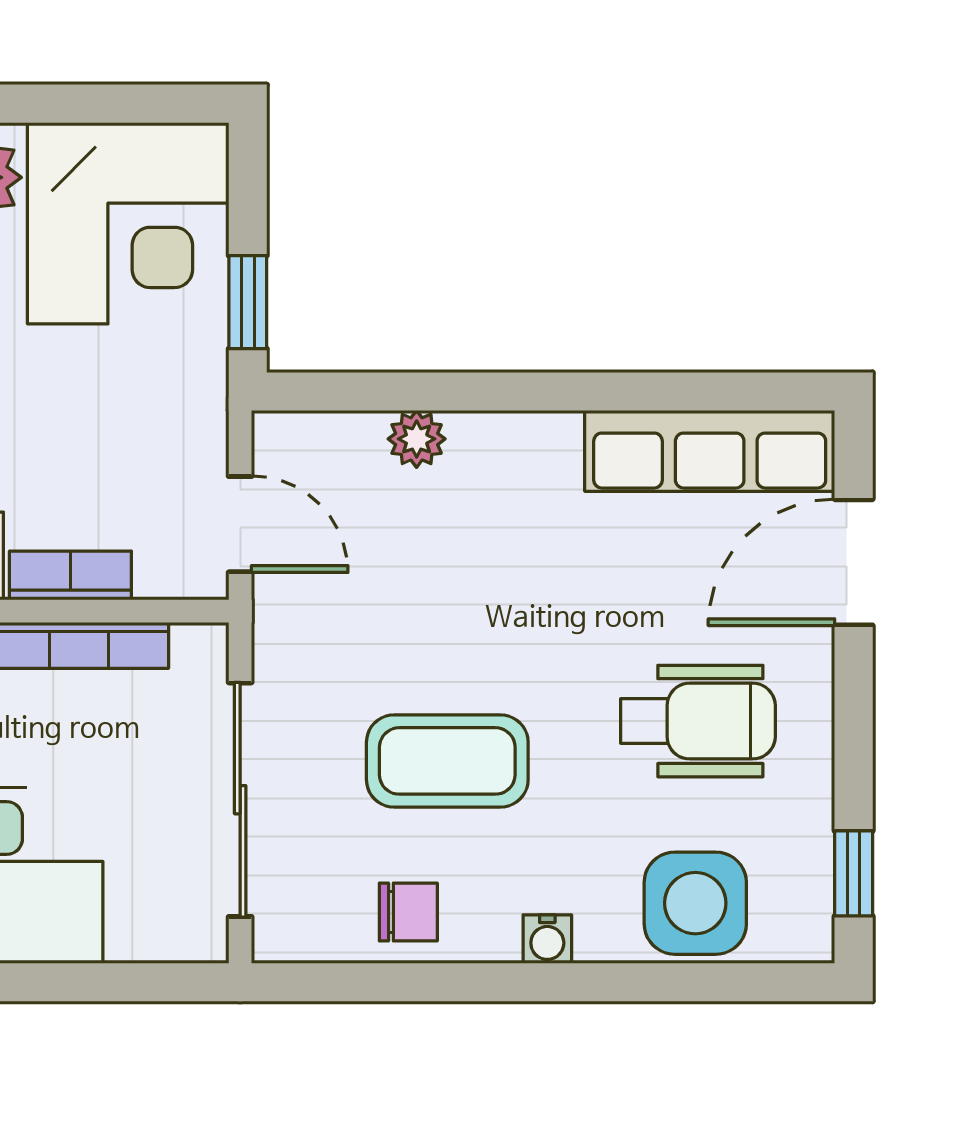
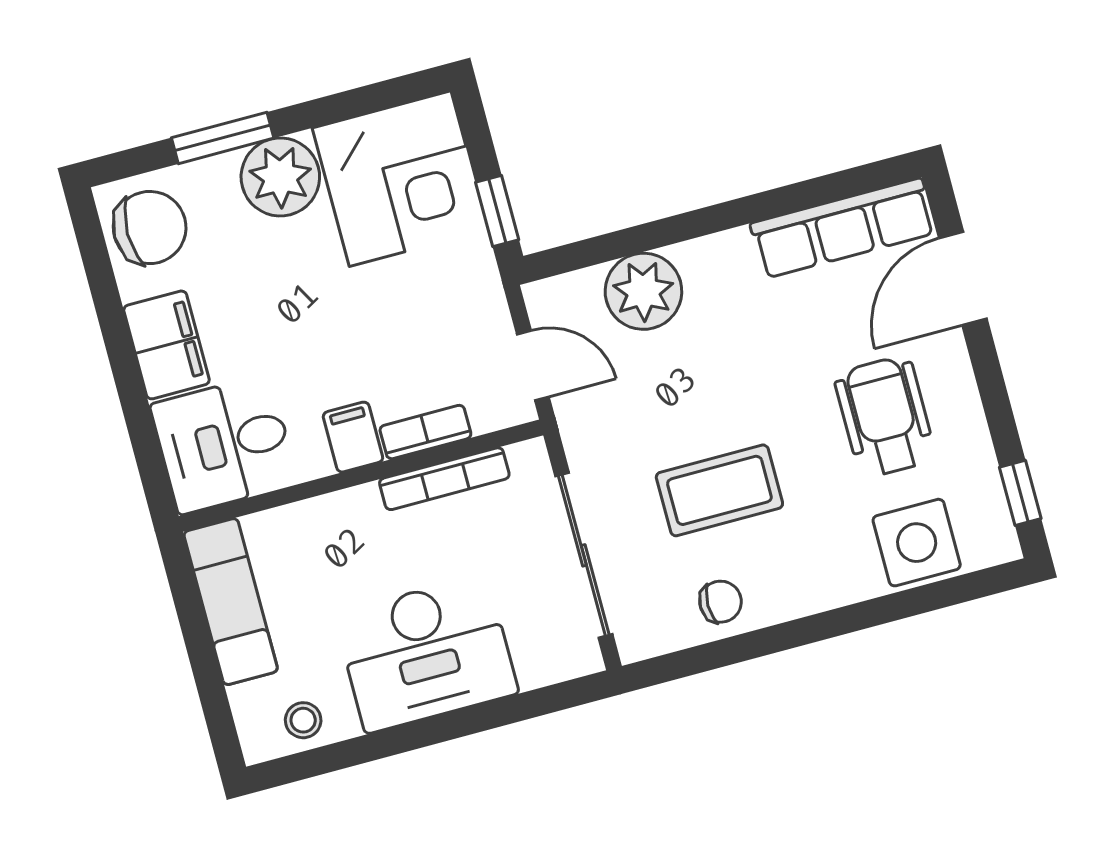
plant: (417, 439) -> (643, 291), width x1.88, depth x1.88
wheelchair: (698, 721) -> (885, 417), turned -90
water cooler: (547, 939) -> (821, 595), removed

